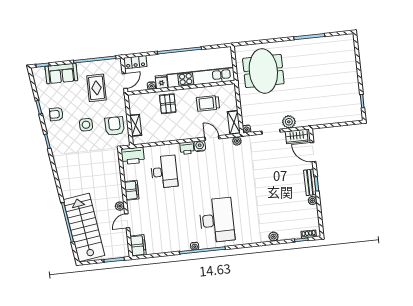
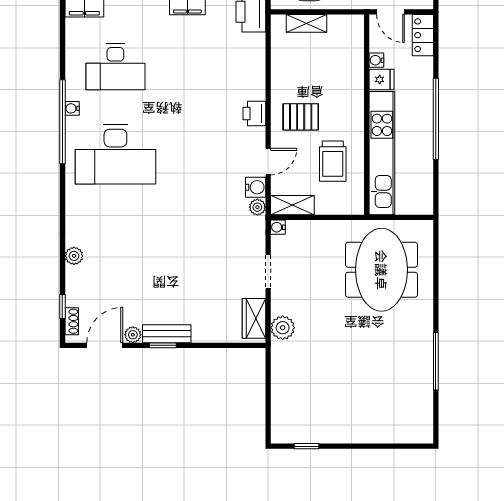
meeting table: (263, 71) -> (381, 270), turned 90
trolley: (208, 103) -> (333, 161), turned 180
pallet: (168, 104) -> (301, 117), moved
plant: (289, 122) -> (283, 328), moved
water cooler: (200, 146) -> (256, 187), moved
door: (313, 152) -> (105, 345), moved
desk: (164, 172) -> (115, 67), moved

